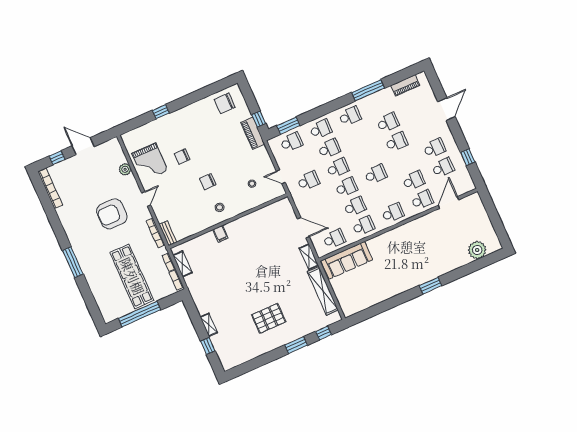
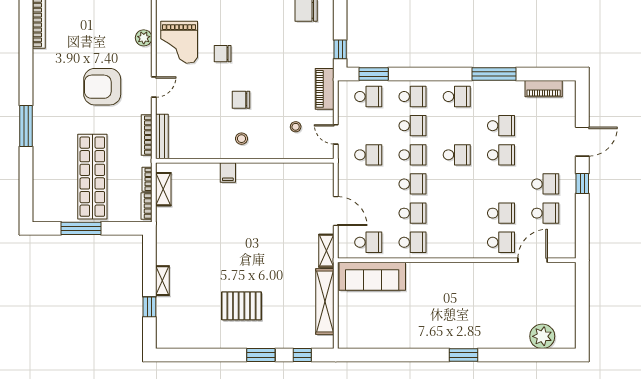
piano: (253, 133) -> (325, 89), moved
window: (468, 157) -> (582, 183), moved
school desk: (376, 174) -> (457, 155), moved
school desk: (393, 213) -> (457, 242), removed
bench: (168, 233) -> (162, 136), width x1.36
window: (139, 314) -> (81, 228), width x0.68

